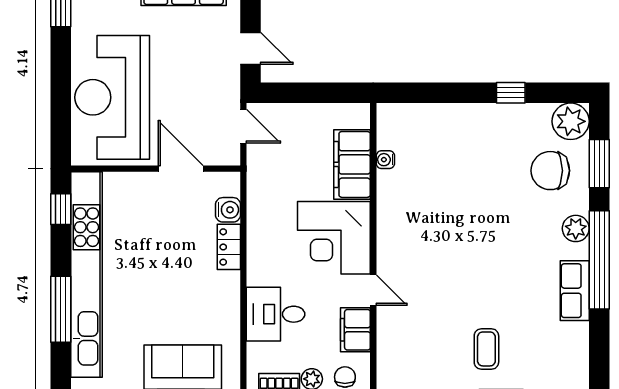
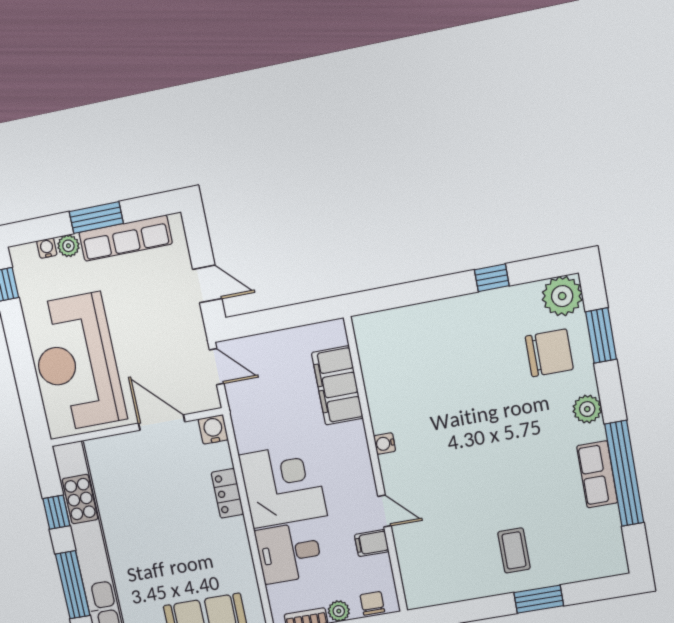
water cooler: (385, 160) -> (385, 444), moved
chair: (550, 171) -> (549, 353), turned 180
window: (61, 209) -> (56, 512), moved
water cooler: (228, 210) -> (213, 429), moved, turned -90
corner desk: (334, 238) -> (283, 485), moved, turned 180
window: (599, 260) -> (624, 473), moved
filing cabinet: (355, 330) -> (372, 543), width x0.50

